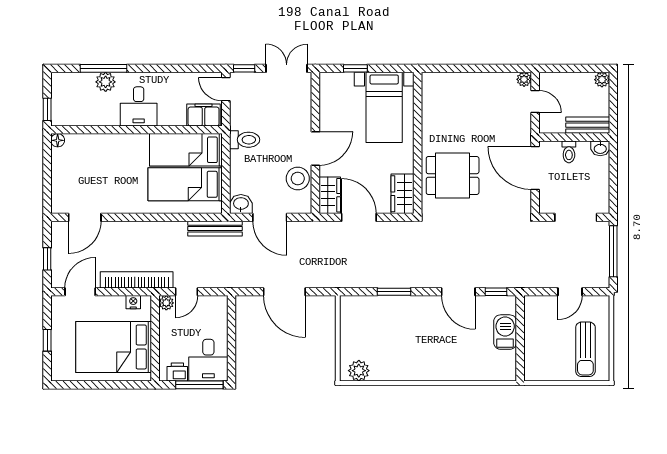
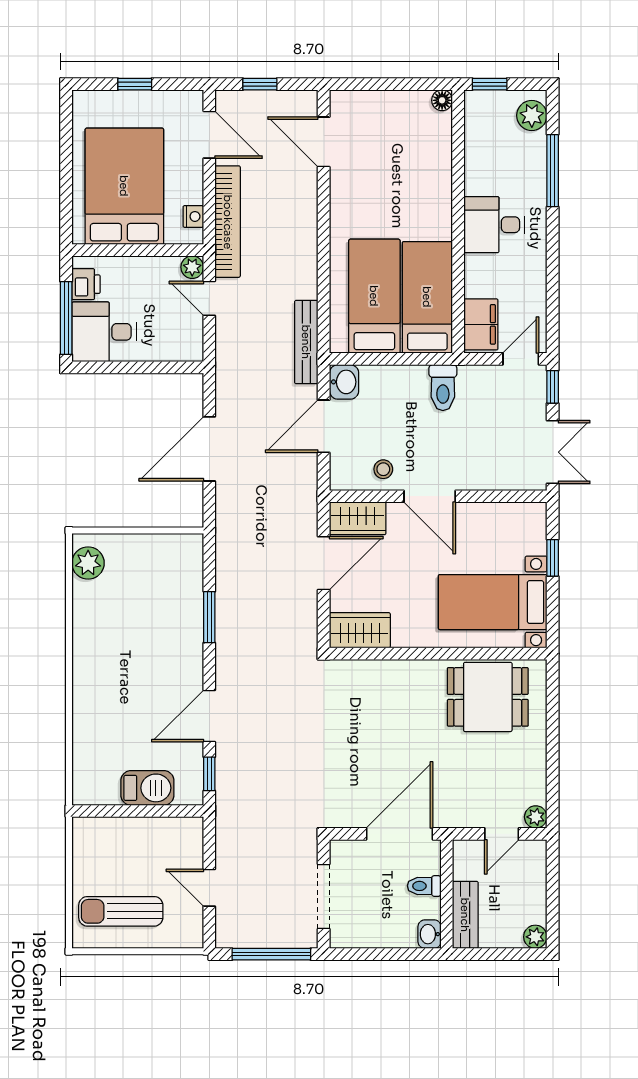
plant: (106, 82) -> (532, 115), moved
dining table: (453, 175) -> (488, 697), moved, turned 90
stool: (298, 179) -> (383, 469), width x0.53, depth x0.53

